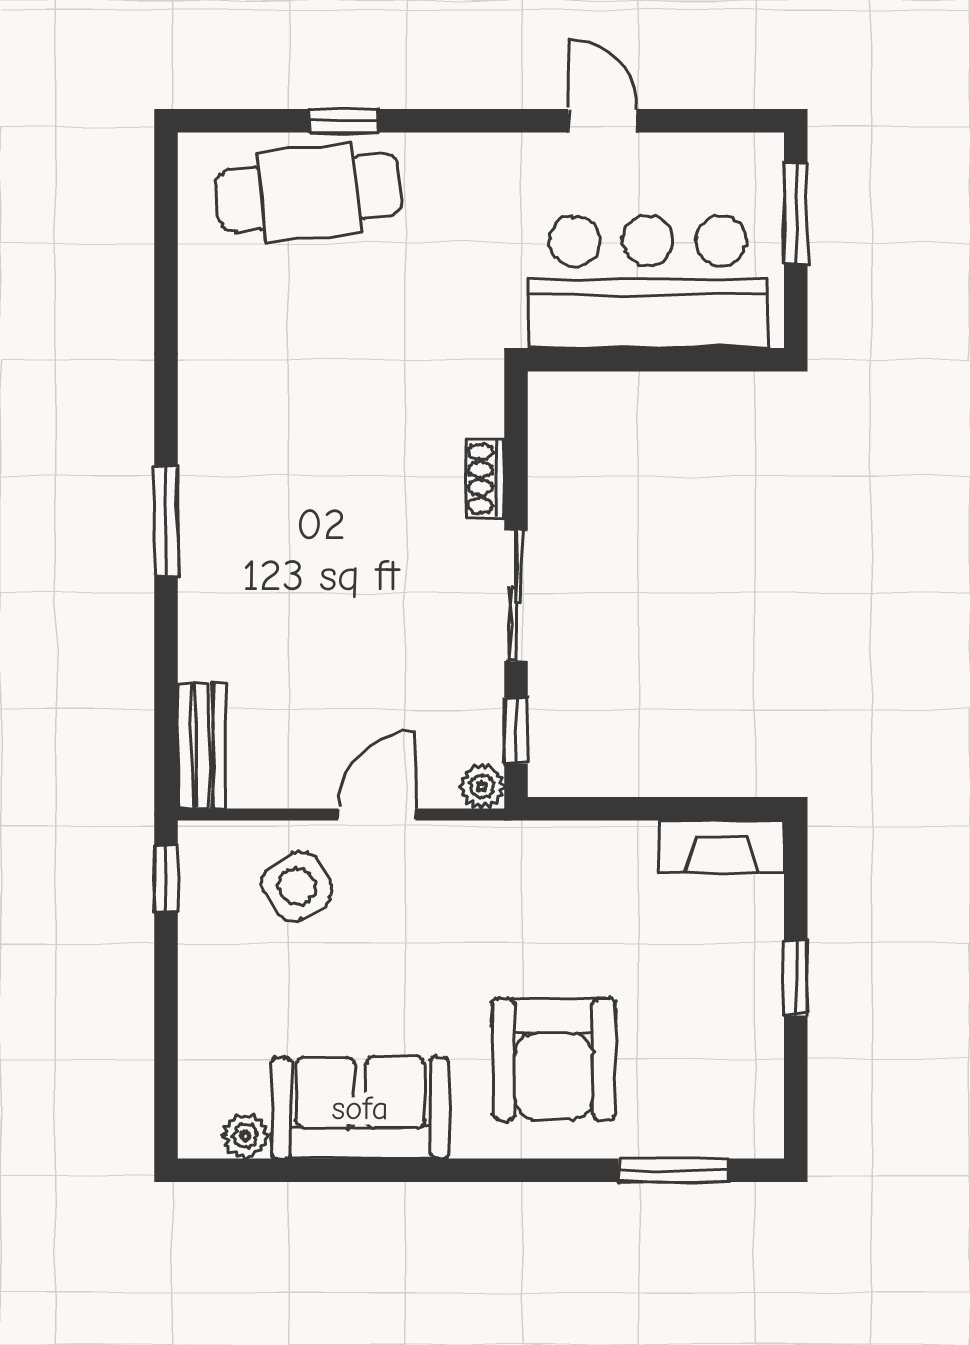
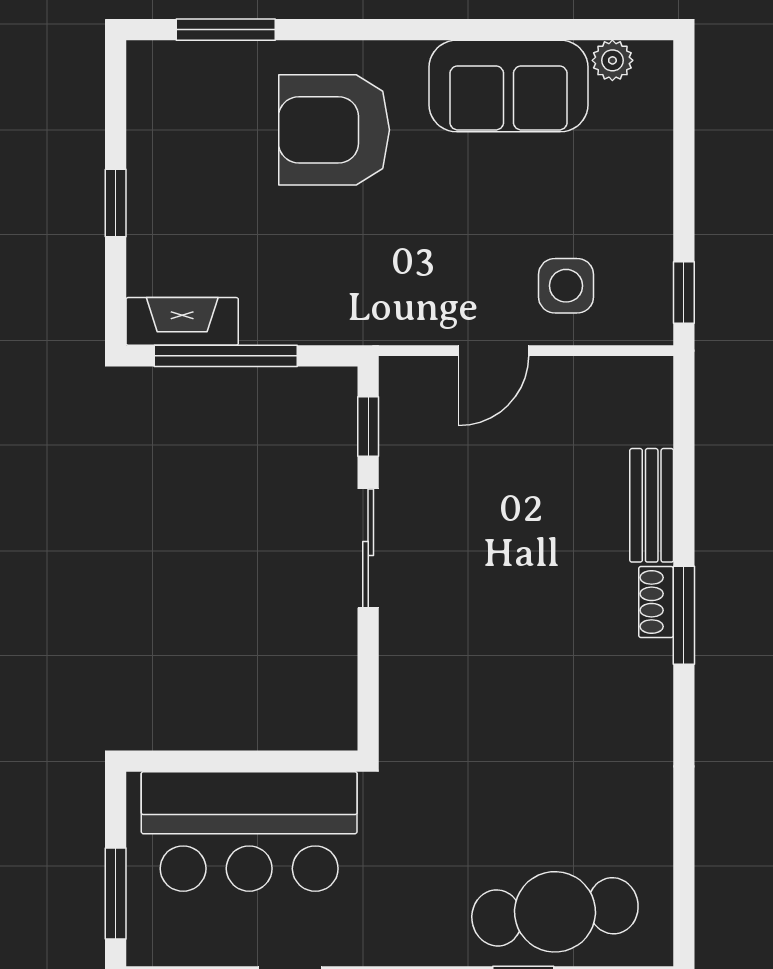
shoe rack: (485, 479) -> (656, 602), moved, turned 180
bench: (202, 746) -> (652, 505), moved
plant: (482, 786) -> (399, 376), removed
window: (674, 809) -> (226, 356), added
side table: (297, 886) -> (566, 286), turned 33
armchair: (554, 1059) -> (334, 130), turned -90

